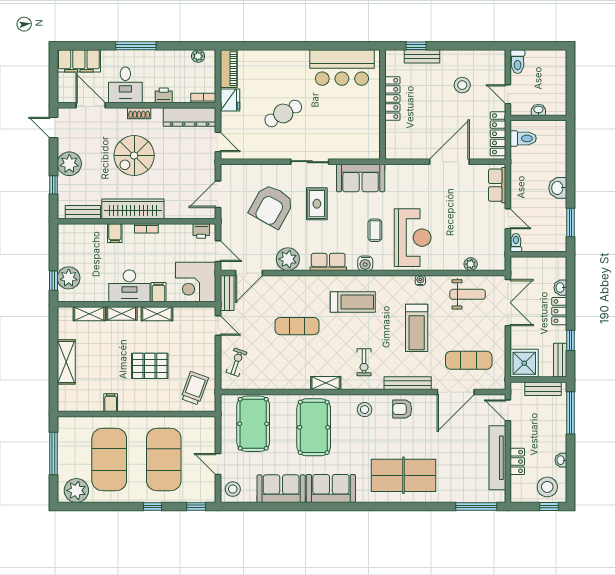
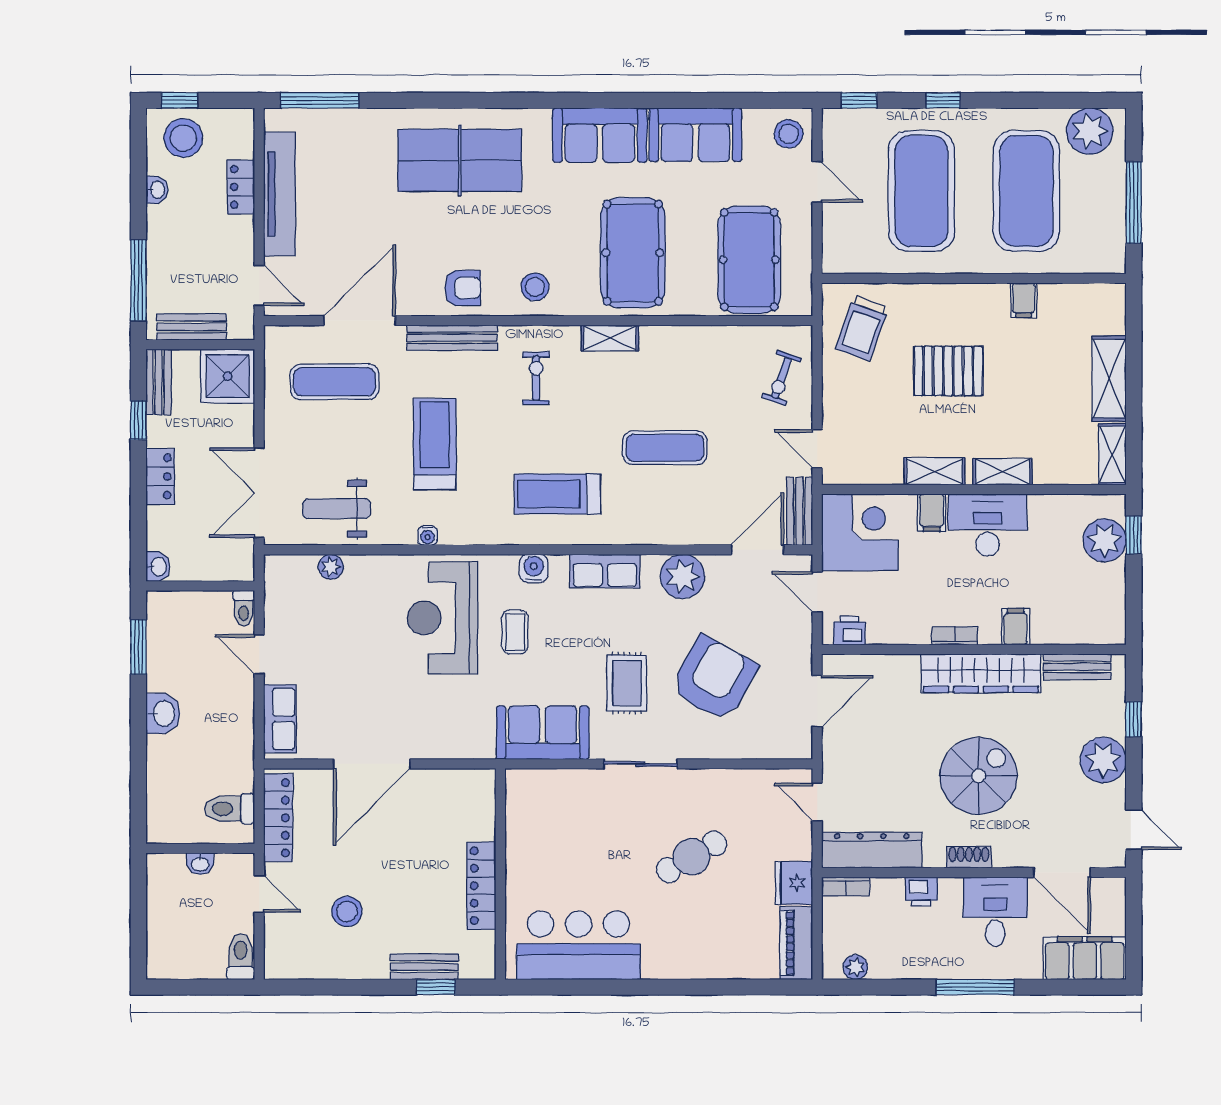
washbasin: (560, 288) -> (158, 567), moved
shelving: (89, 314) -> (1112, 454), moved, turned 90

